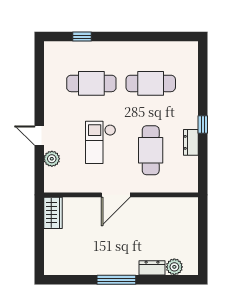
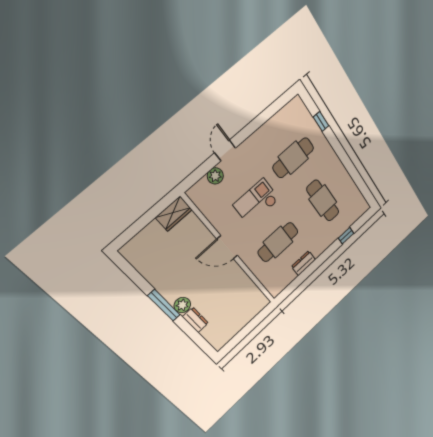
cafe table: (91, 83) -> (293, 158), turned 90
window: (203, 124) -> (346, 236), moved
plant: (174, 267) -> (182, 305), moved

